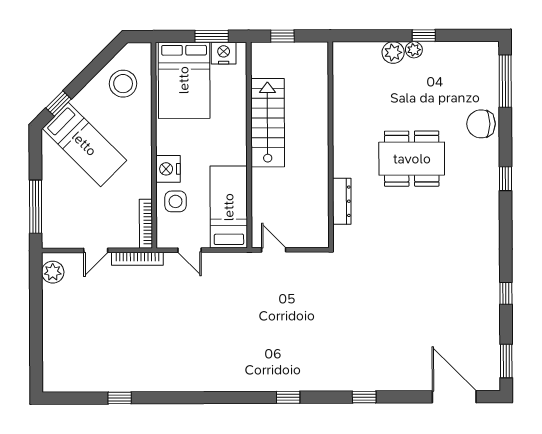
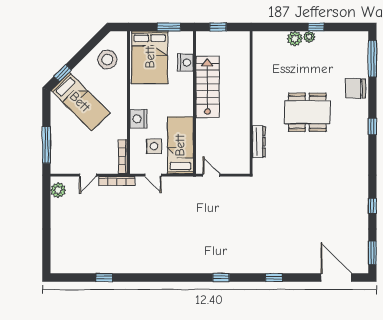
nightstand: (224, 53) -> (186, 63), moved, turned 90
side table: (176, 201) -> (154, 146), moved

